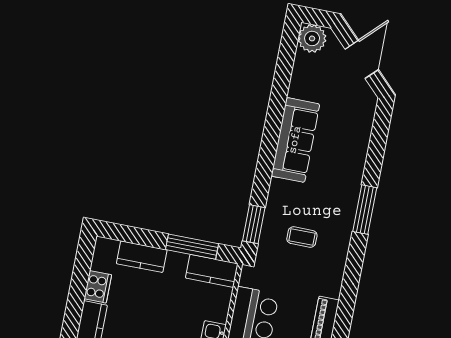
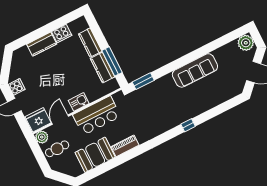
window: (365, 210) -> (188, 125), width x0.46
coffee table: (302, 237) -> (154, 107), removed
kitchen counter: (212, 271) -> (103, 68), moved

